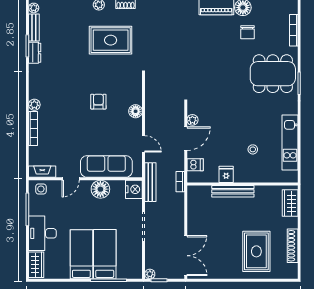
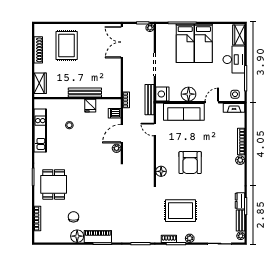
dining table: (273, 74) -> (54, 184), width x0.73
armchair: (98, 102) -> (190, 163), width x1.88, depth x1.88
floor lamp: (136, 111) -> (161, 171), moved

